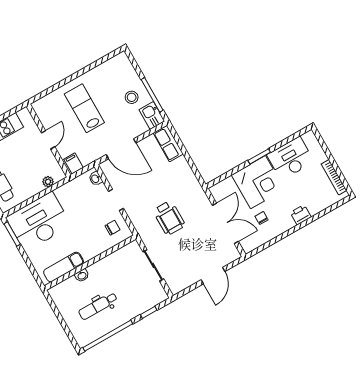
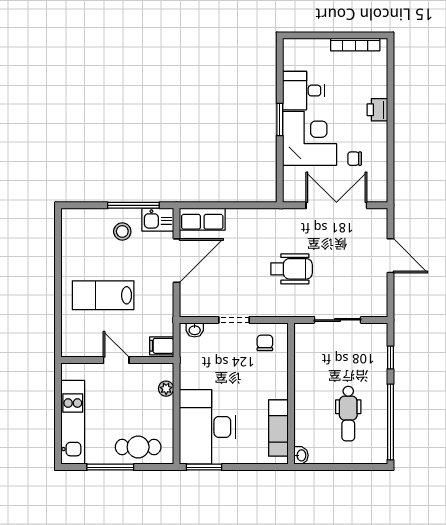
door: (121, 149) -> (177, 261), moved
desk: (291, 158) -> (303, 91), width x0.73
washbasin: (82, 276) -> (301, 455), moved

